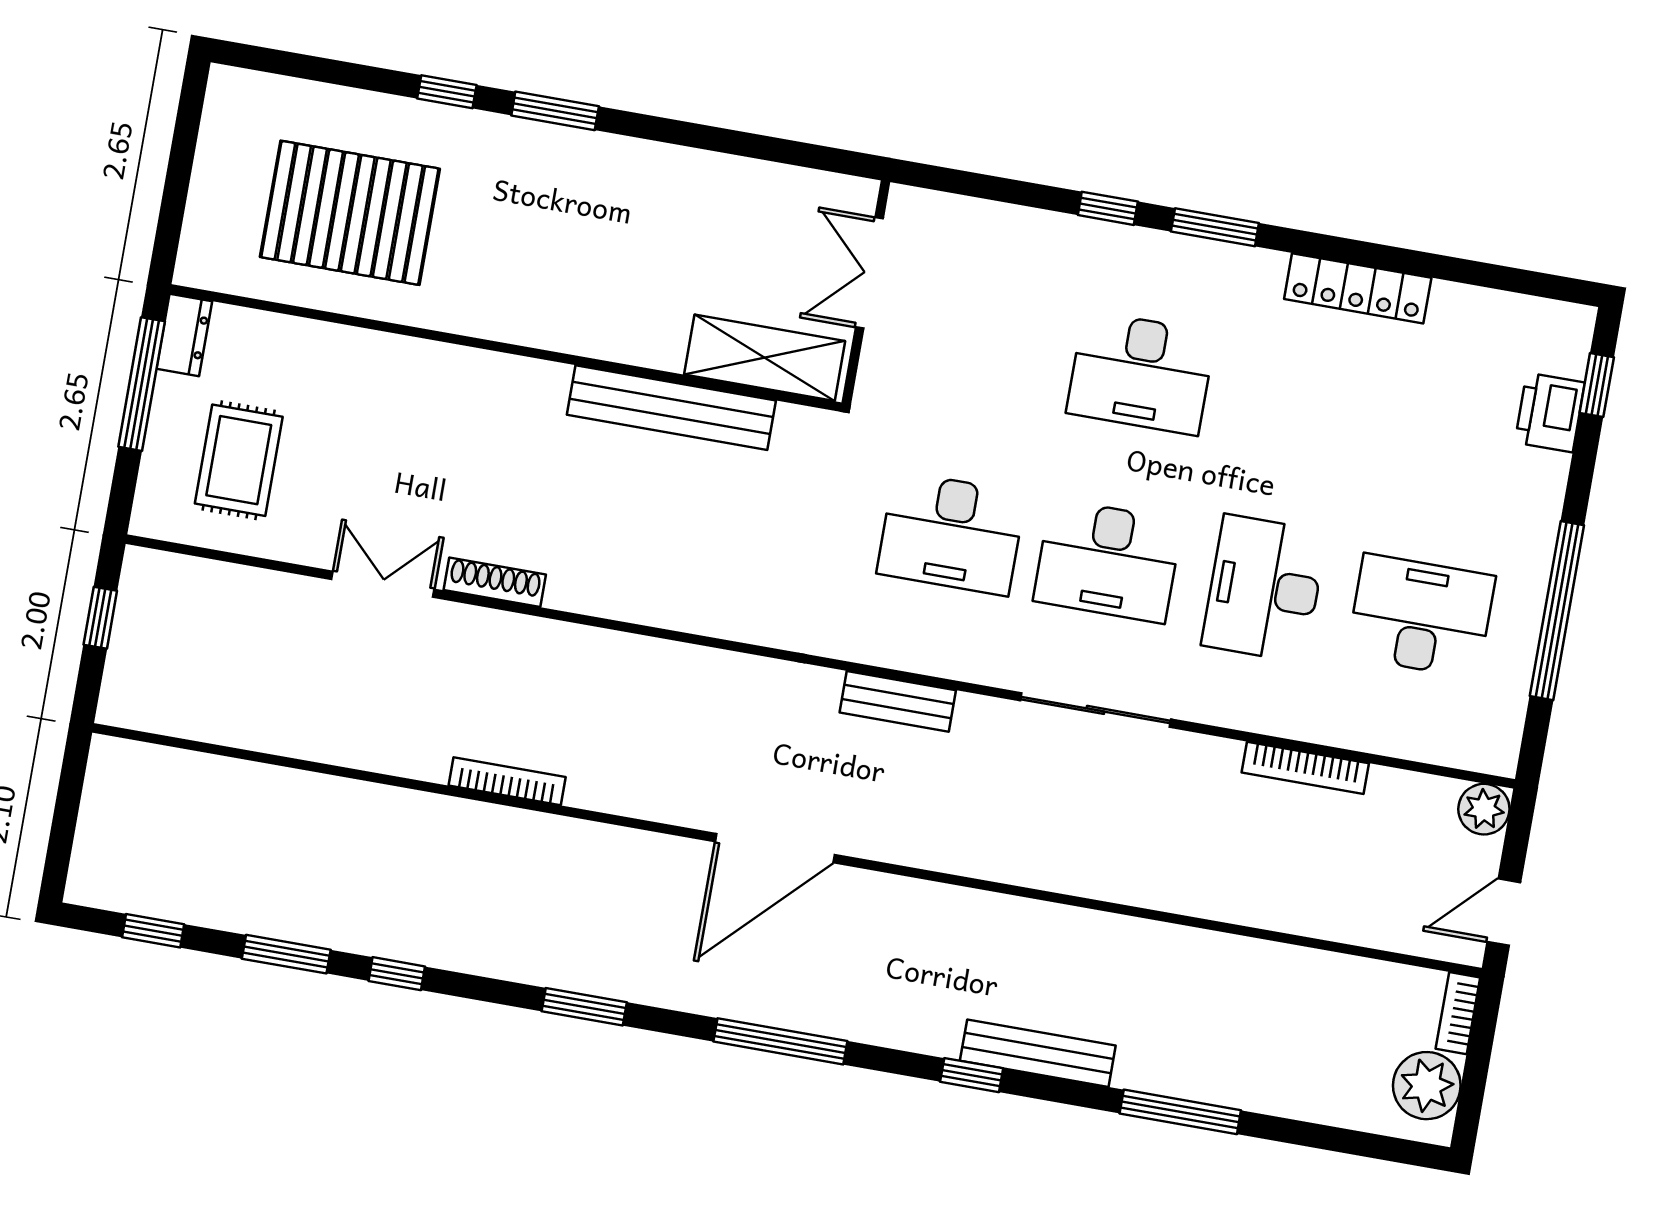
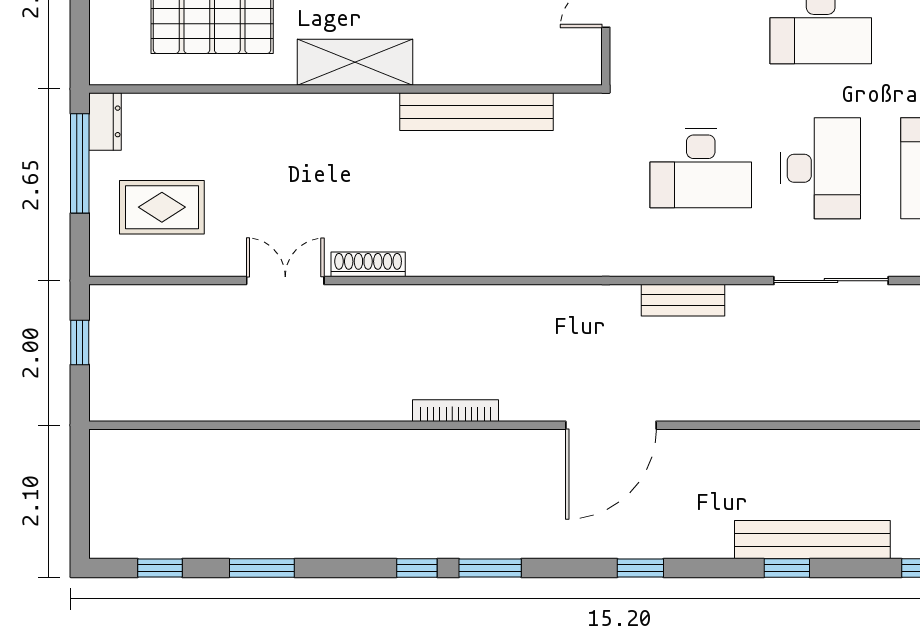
shelving: (765, 358) -> (355, 62), moved
rug: (239, 460) -> (162, 207), turned 90
desk: (1108, 561) -> (821, 168), turned -90
bookcase: (507, 781) -> (456, 411), moved
window: (397, 974) -> (417, 568), moved
window: (780, 1041) -> (640, 568), width x0.46
bench: (1038, 1053) -> (812, 540), width x1.37, depth x1.21

